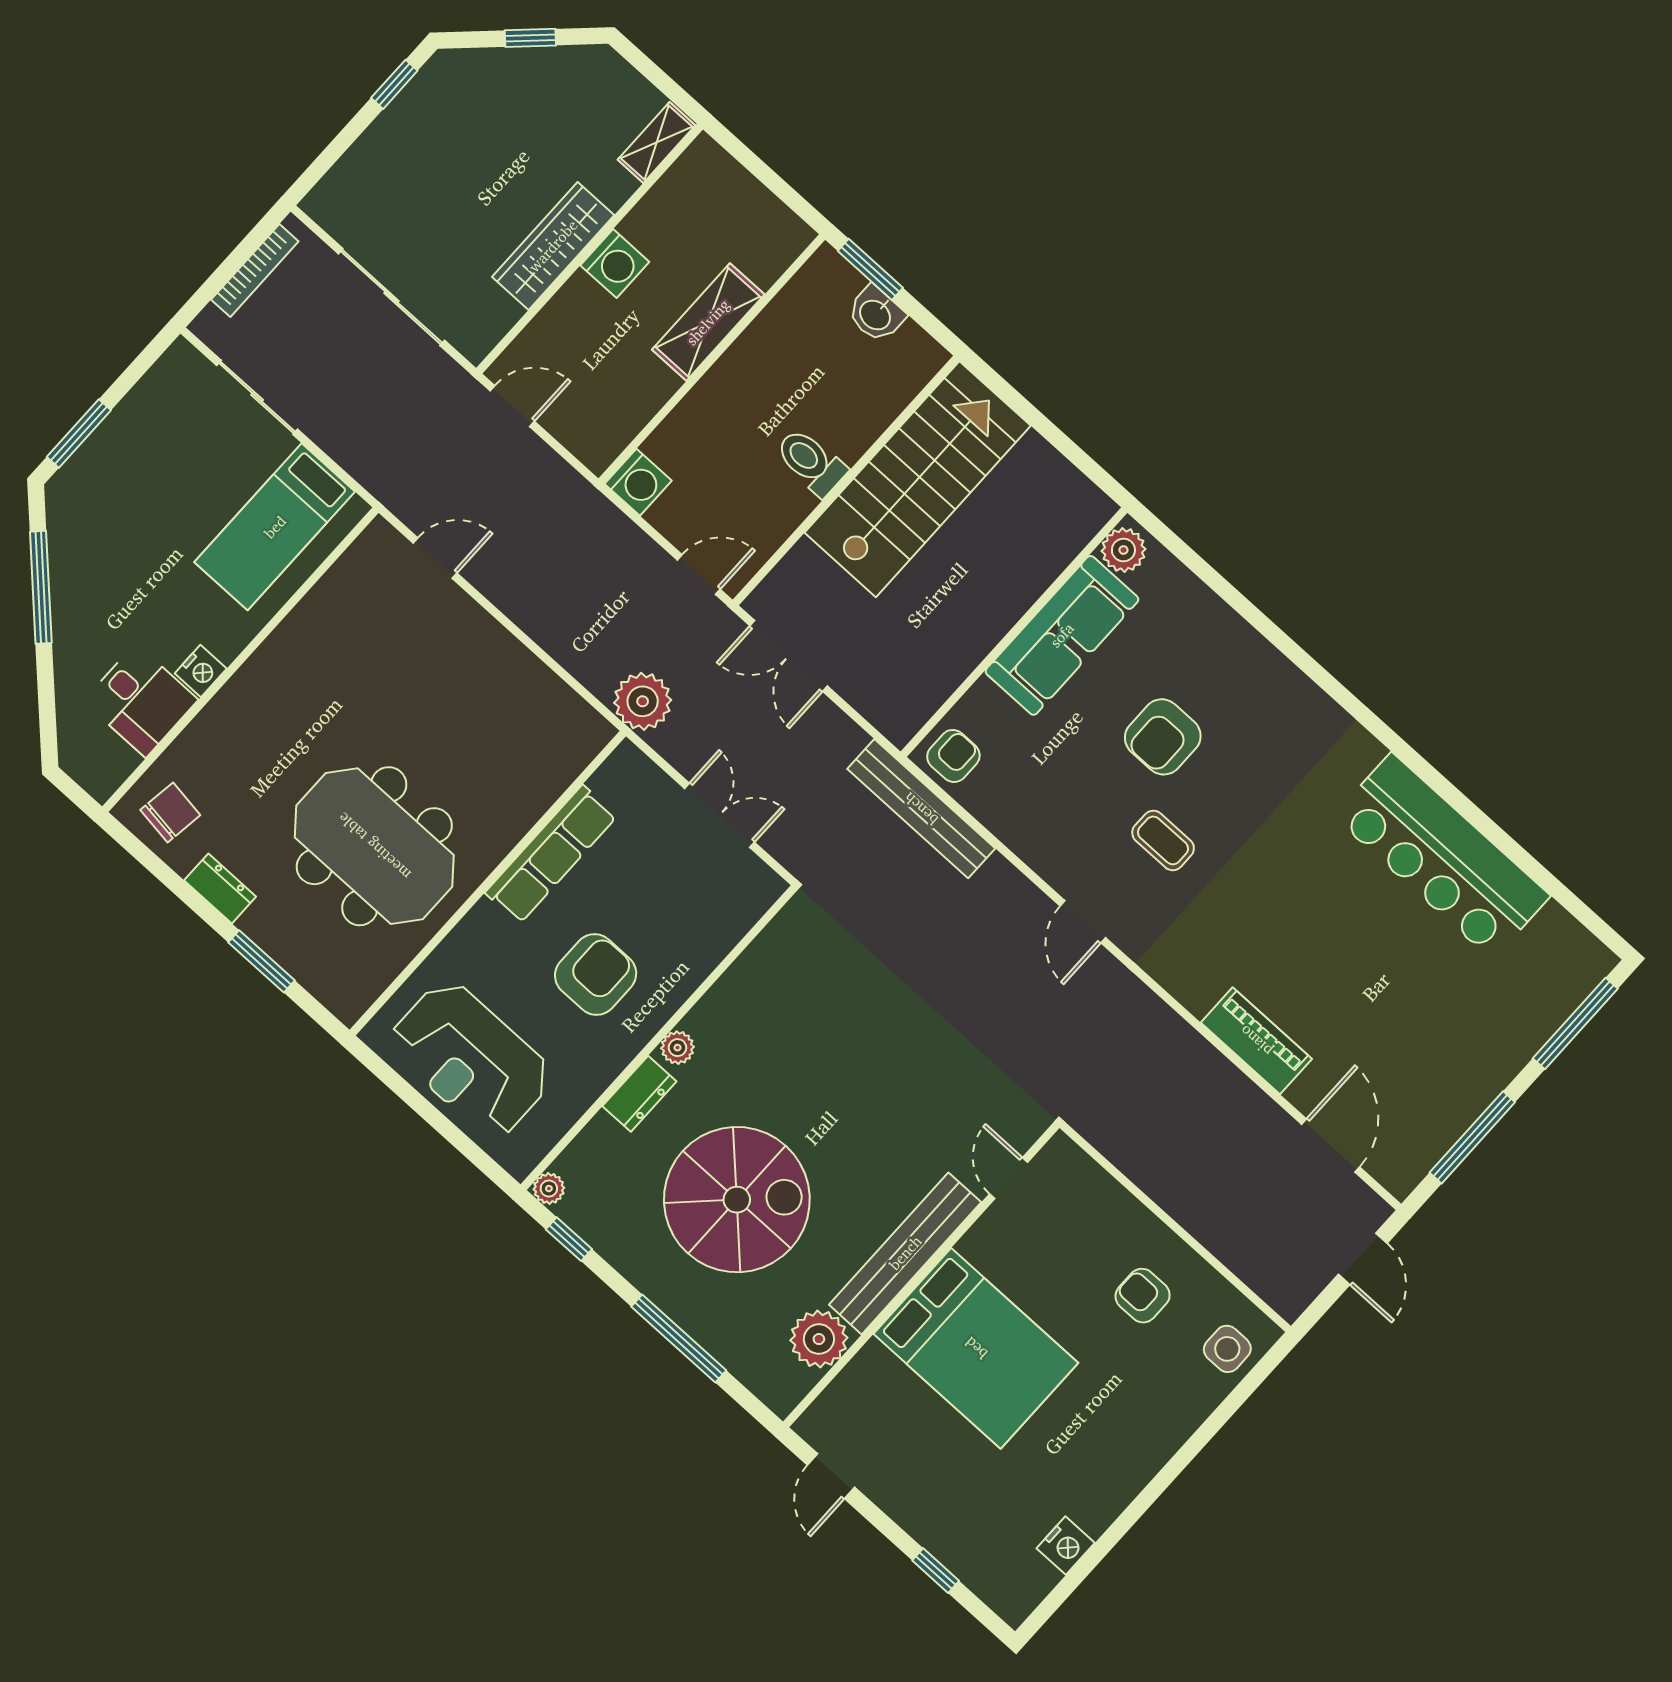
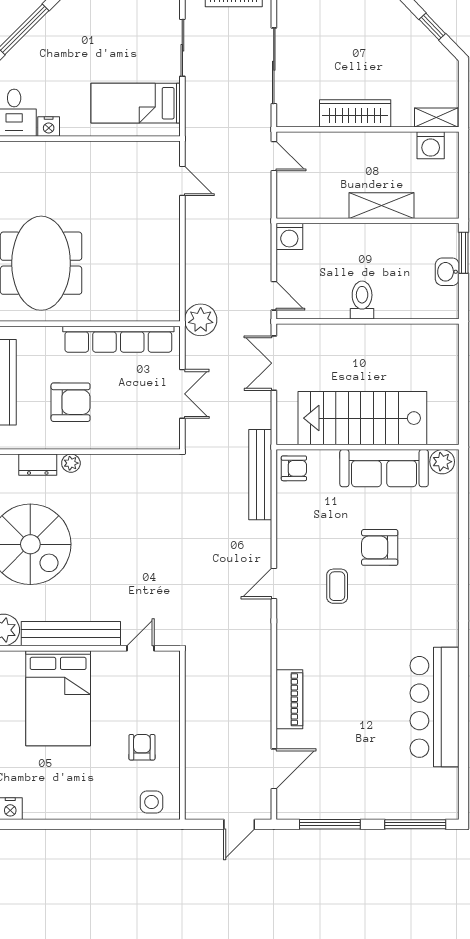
washing machine: (615, 264) -> (431, 145), moved
stairs: (918, 479) -> (362, 418), moved, turned 180
row of seats: (551, 854) -> (118, 339), width x1.36

